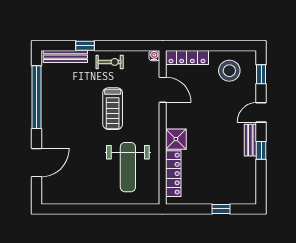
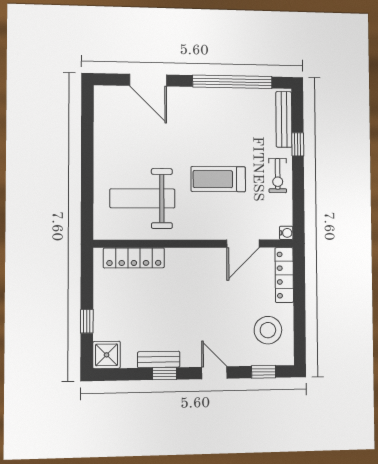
shower: (176, 139) -> (107, 355), moved
bench: (250, 140) -> (159, 359), moved

